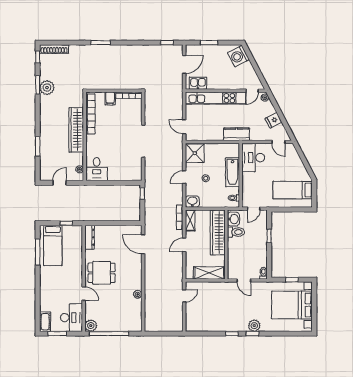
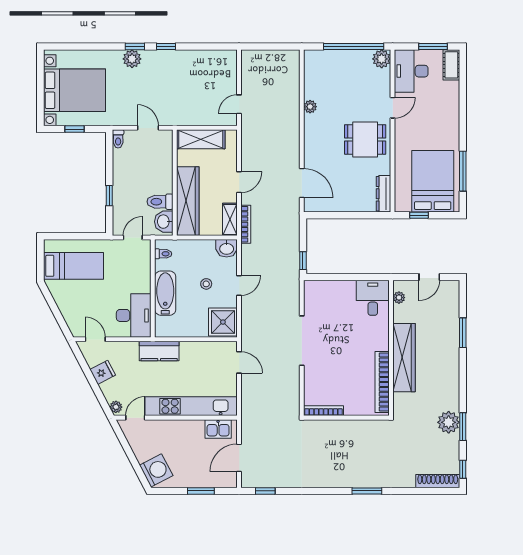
filing cabinet: (110, 98) -> (352, 406), removed
bed: (53, 245) -> (433, 181), width x1.50
door: (84, 294) -> (393, 108), swing flipped

